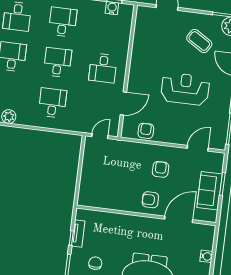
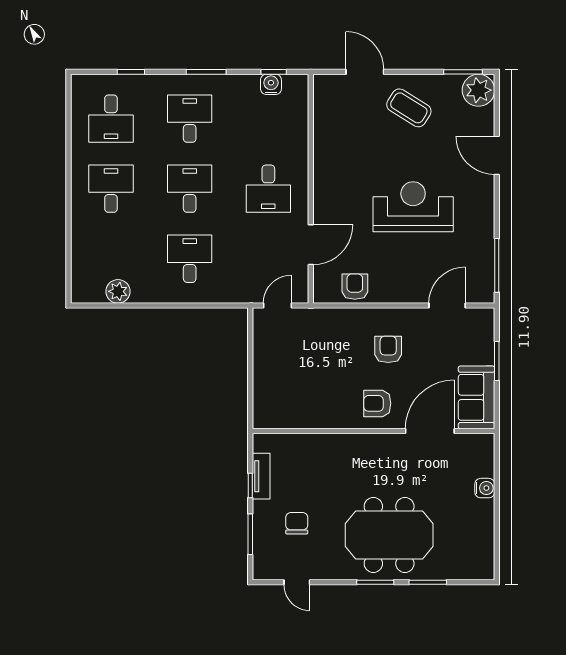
coffee table: (199, 41) -> (409, 108), moved
sofa: (210, 191) -> (476, 397), moved

